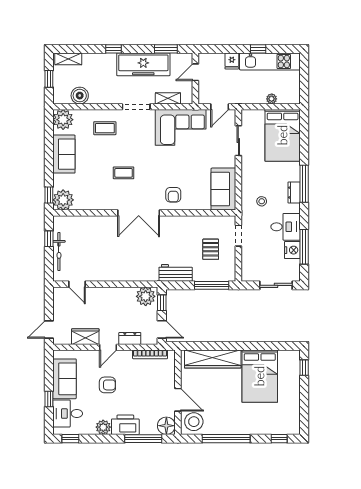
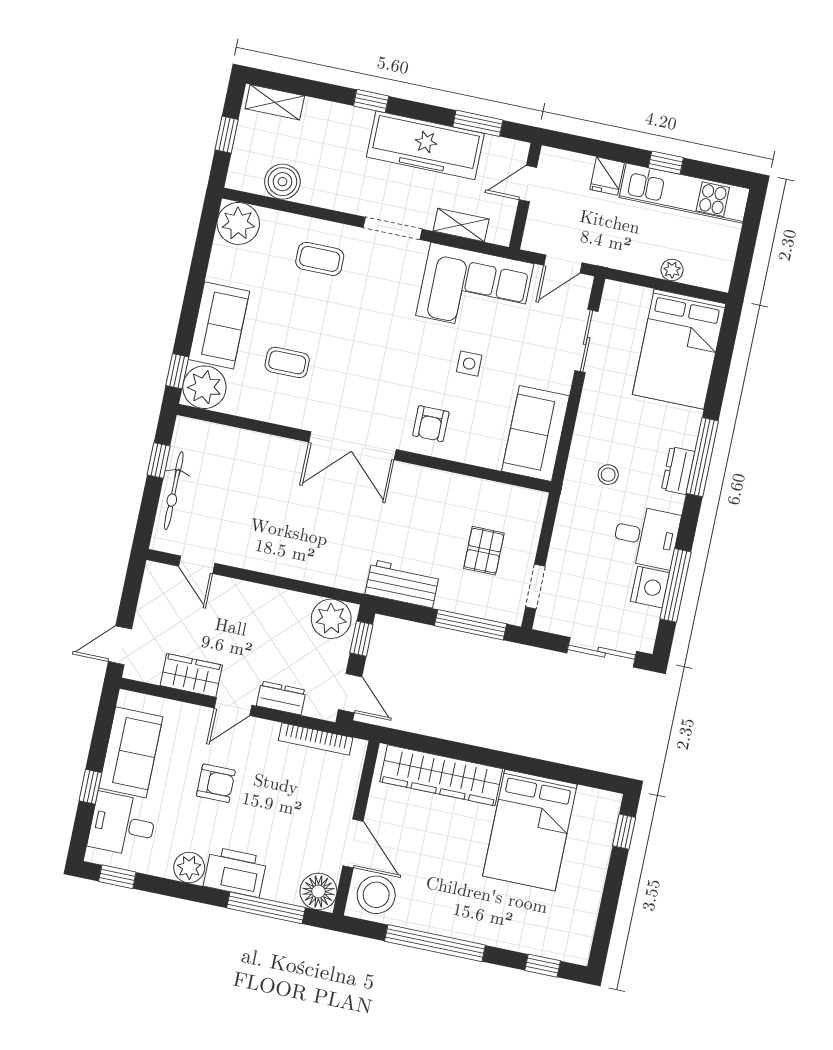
sofa: (64, 154) -> (219, 325), moved
side table: (185, 163) -> (469, 364), added
coffee table: (124, 173) -> (287, 362), moved
doorway: (238, 236) -> (535, 587), moved

